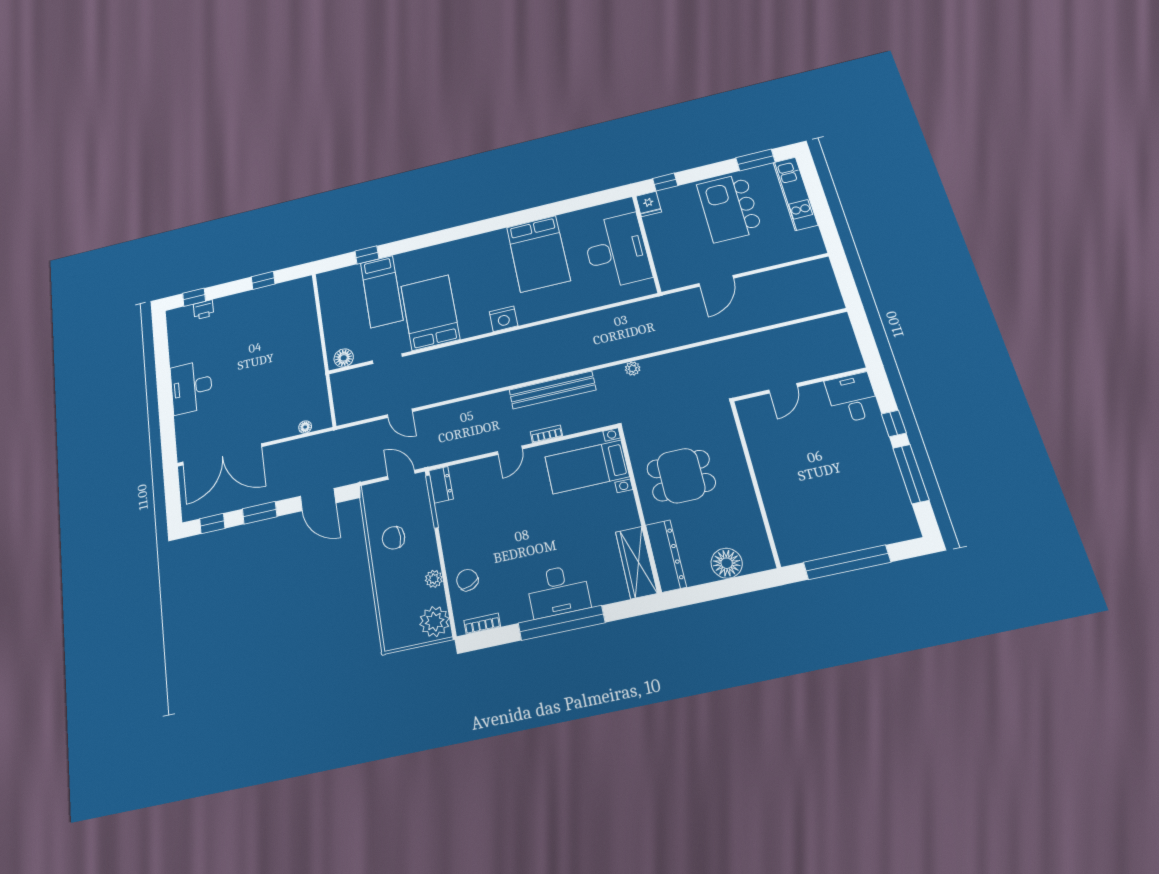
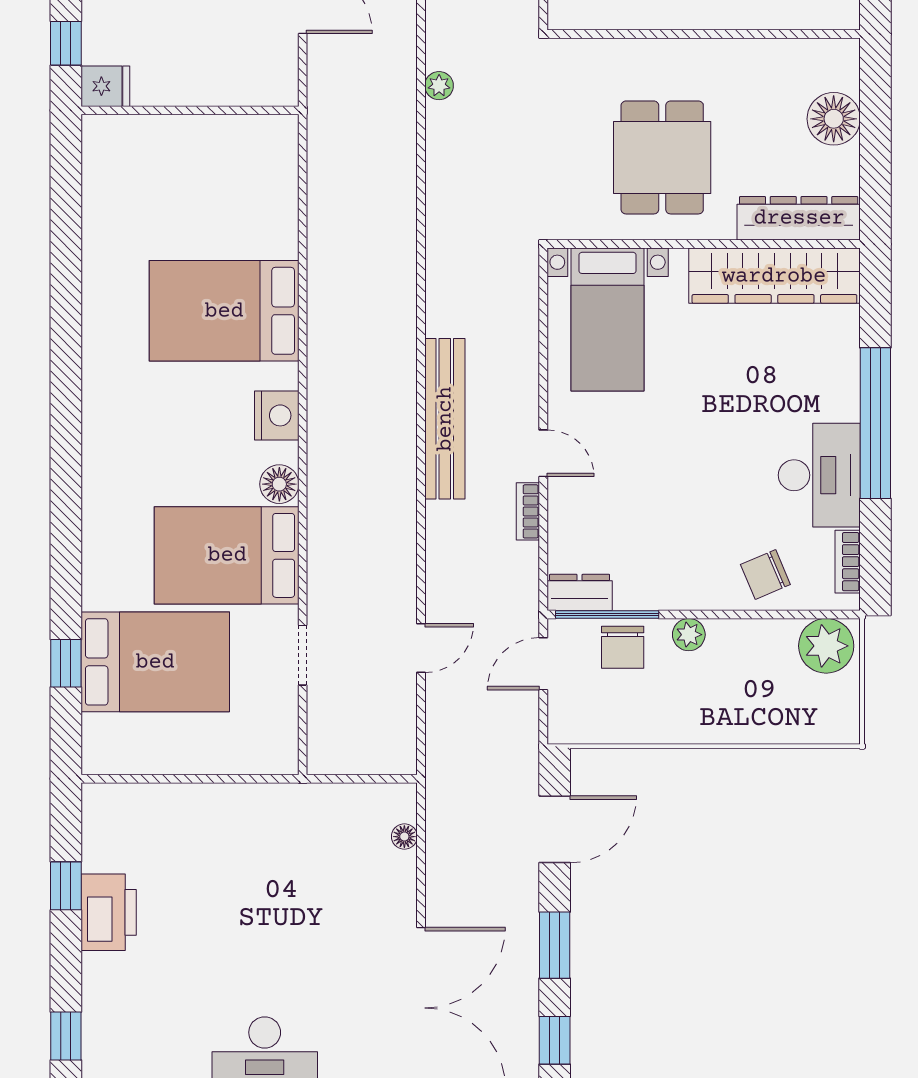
desk: (617, 251) -> (190, 170), removed
bed: (538, 254) -> (224, 311), moved, turned 180
bed: (382, 291) -> (155, 662), width x1.50
printer: (204, 310) -> (109, 912), moved, width x1.87, depth x1.48
floor lamp: (344, 358) -> (279, 484), moved
plant: (633, 369) -> (439, 86), moved
bench: (552, 390) -> (445, 419), moved
bookcase: (546, 434) -> (528, 511), moved
chair: (394, 538) -> (623, 647), moved
wardrobe: (636, 562) -> (774, 276), width x1.40, depth x1.17
plant: (434, 579) -> (689, 635), moved
desk: (558, 591) -> (819, 475), moved

